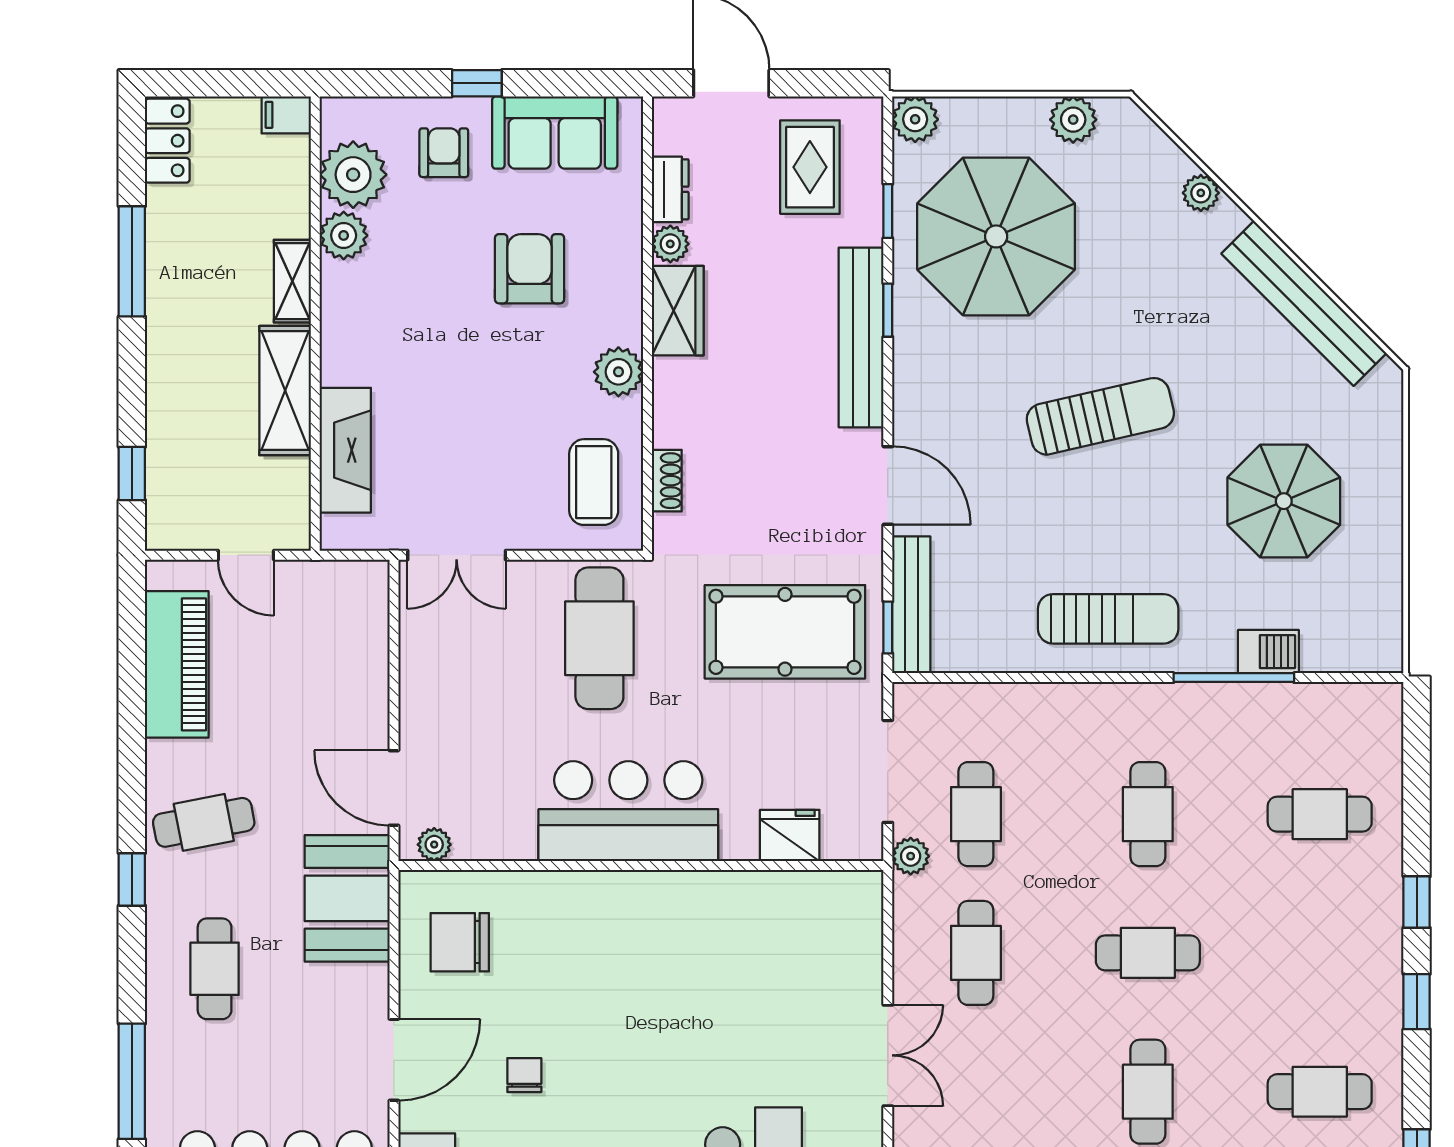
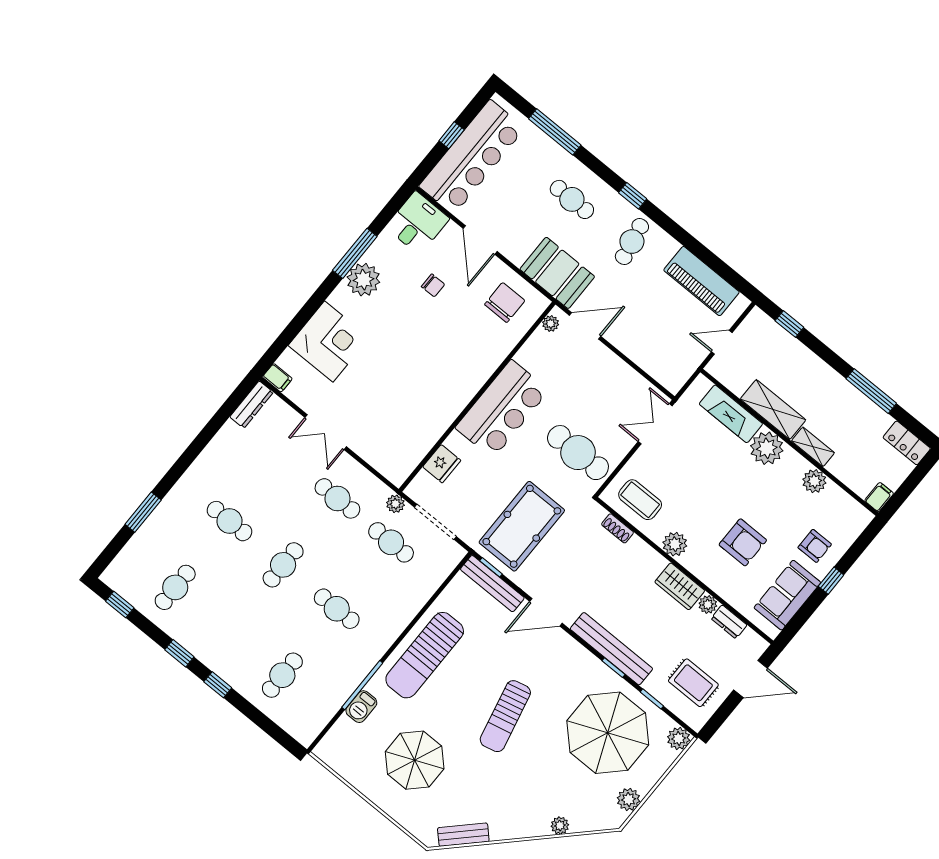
plant: (353, 175) -> (767, 448), moved
bench: (1304, 303) -> (463, 835), width x0.54, depth x0.82
sun lounger: (1108, 619) -> (425, 655), width x1.36, depth x1.34

